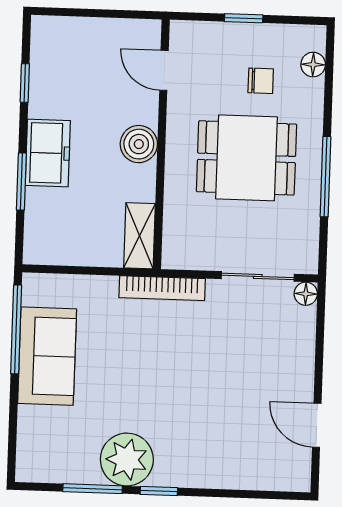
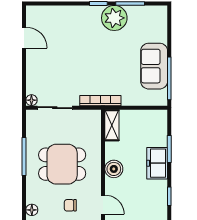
chair: (261, 81) -> (70, 205), moved

